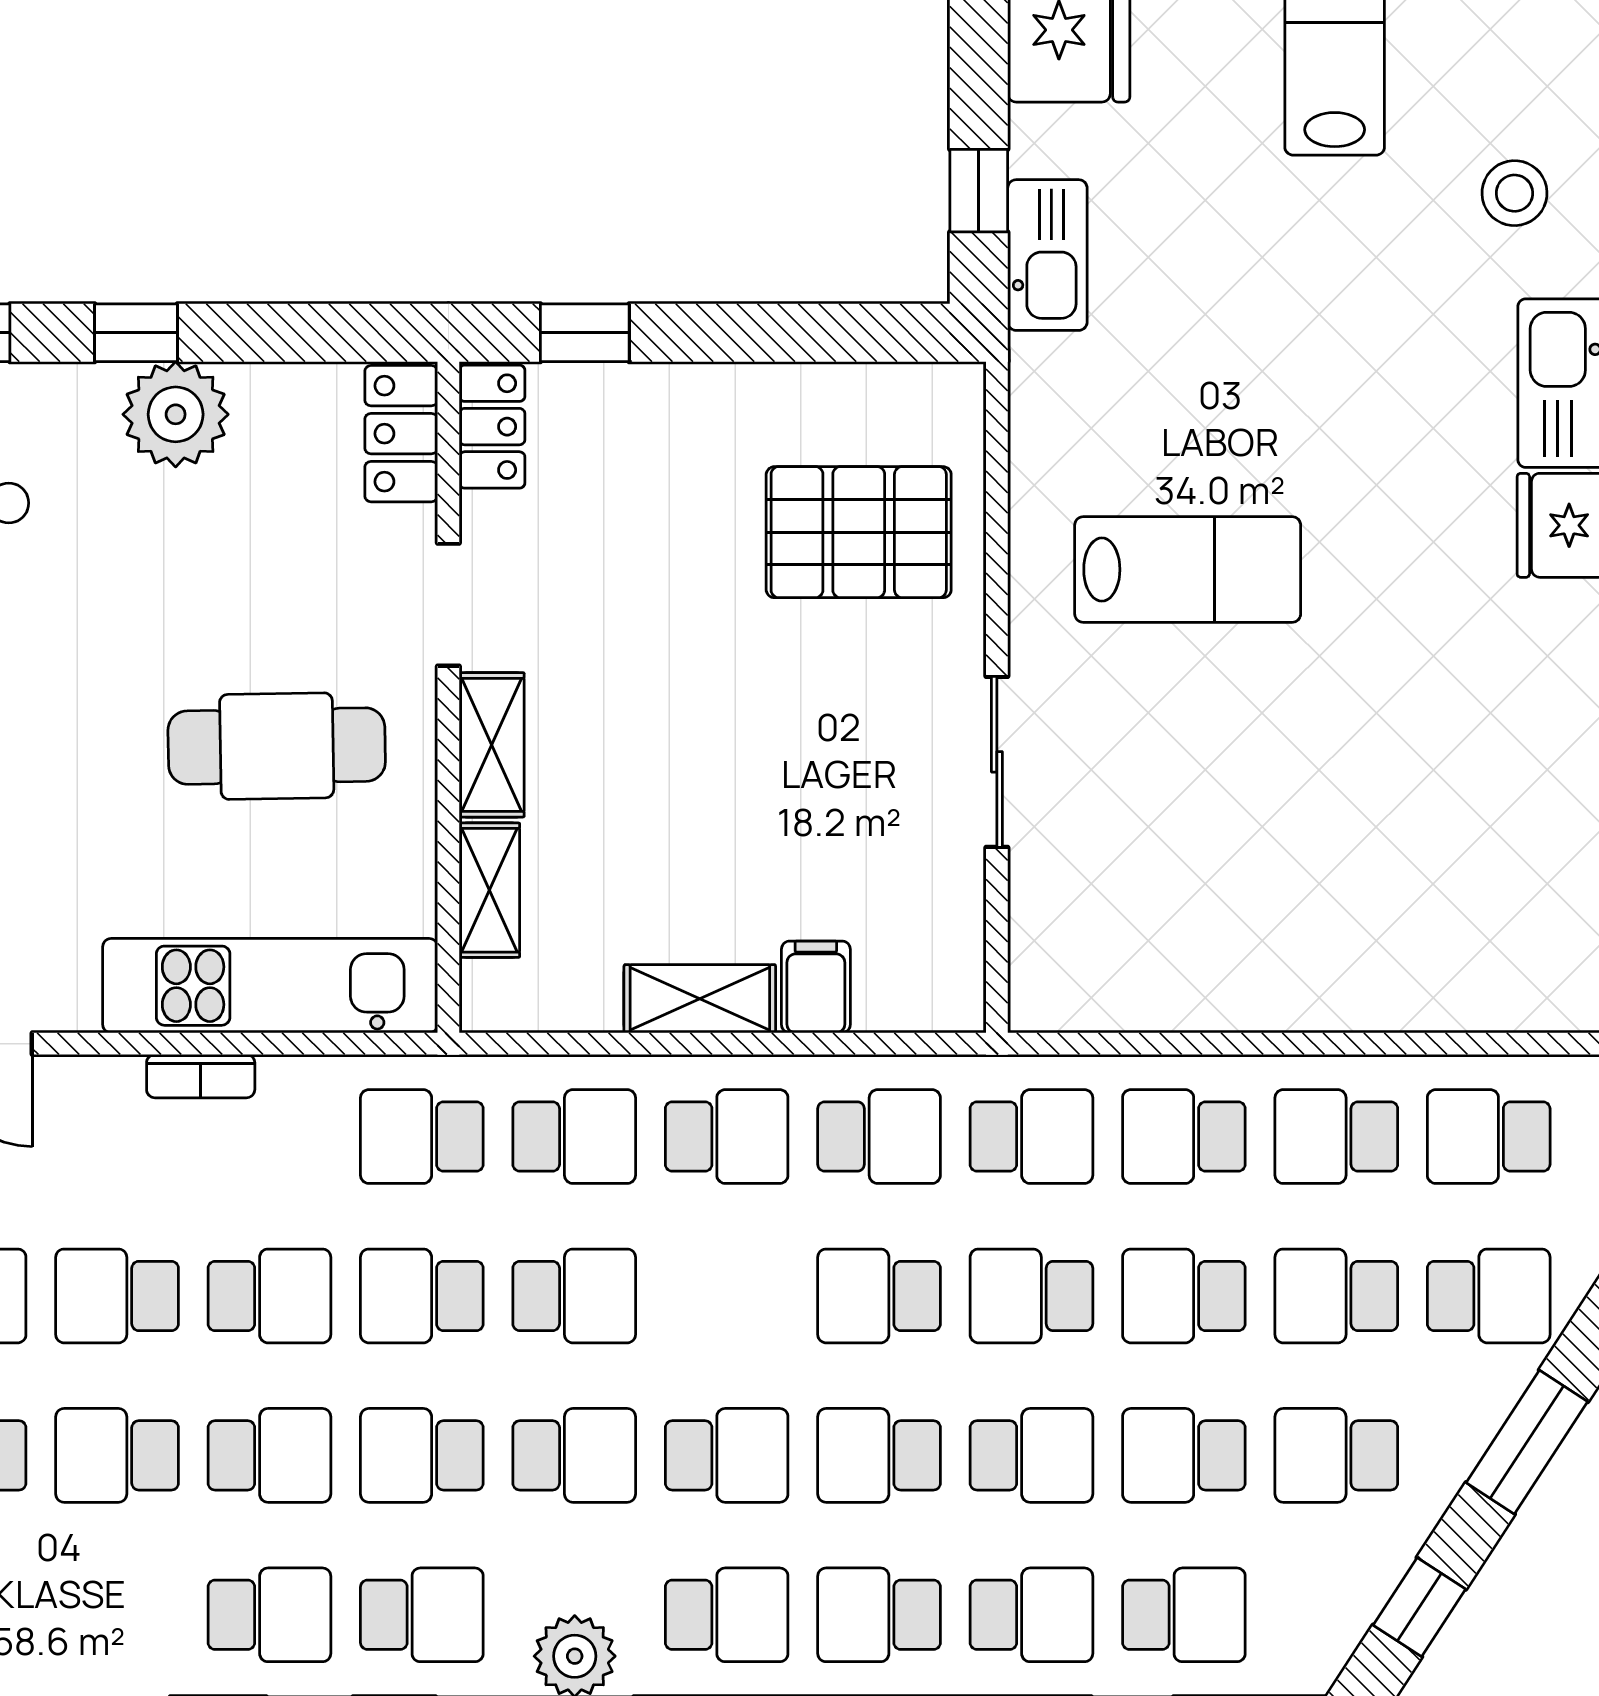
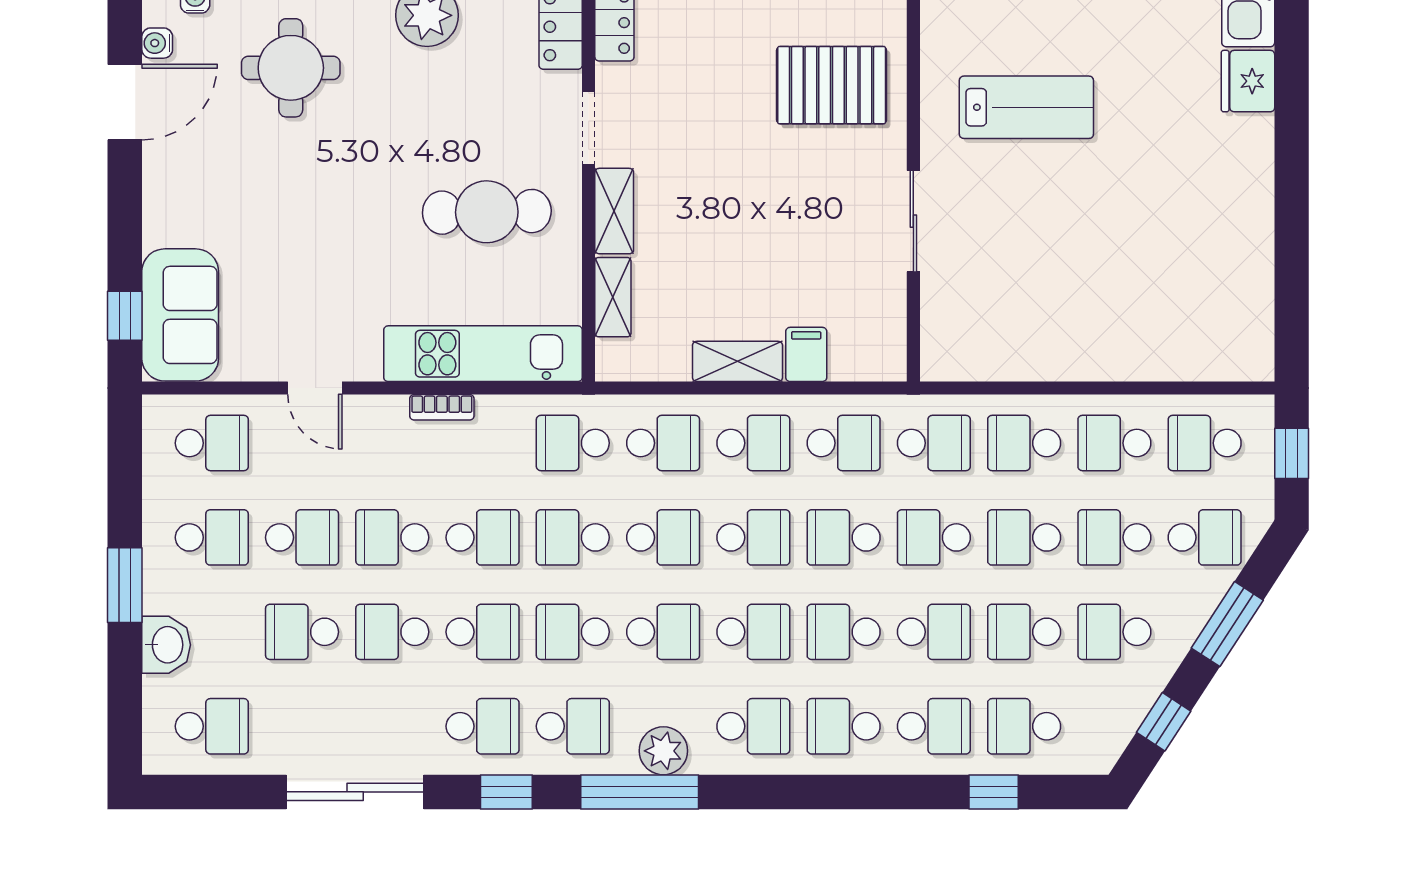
school desk: (727, 1296) -> (753, 537), added
school desk: (1184, 1615) -> (1024, 726), turned 180

